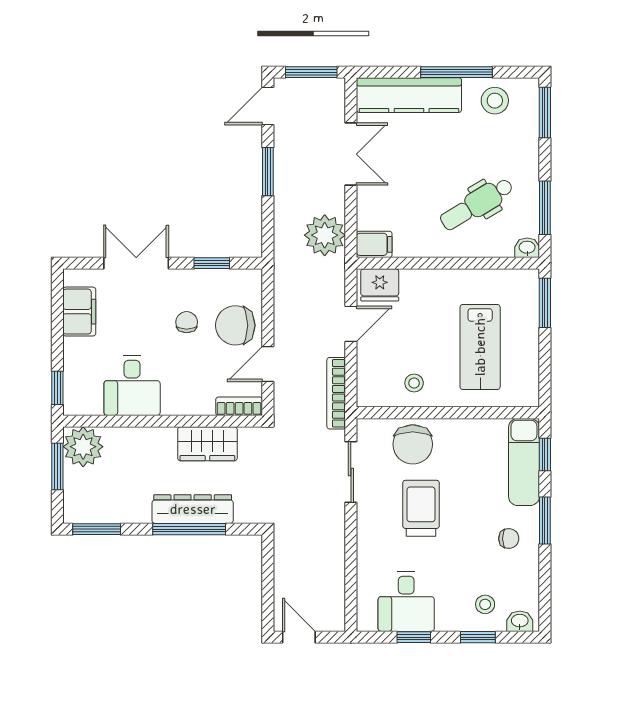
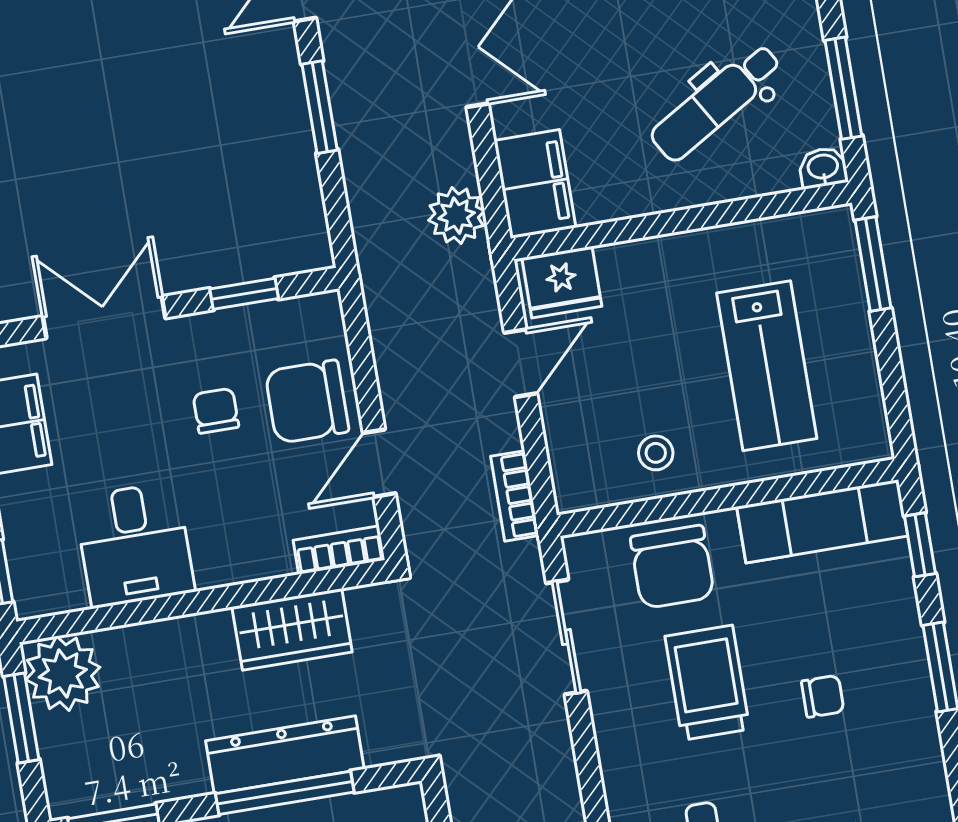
plant: (325, 235) -> (457, 216), width x0.73, depth x0.73
filing cabinet: (374, 244) -> (535, 184), width x2.00
bookcase: (336, 393) -> (515, 496), width x0.64
exam couch: (524, 462) -> (822, 521), moved, turned -90
chair: (509, 539) -> (823, 696), moved

